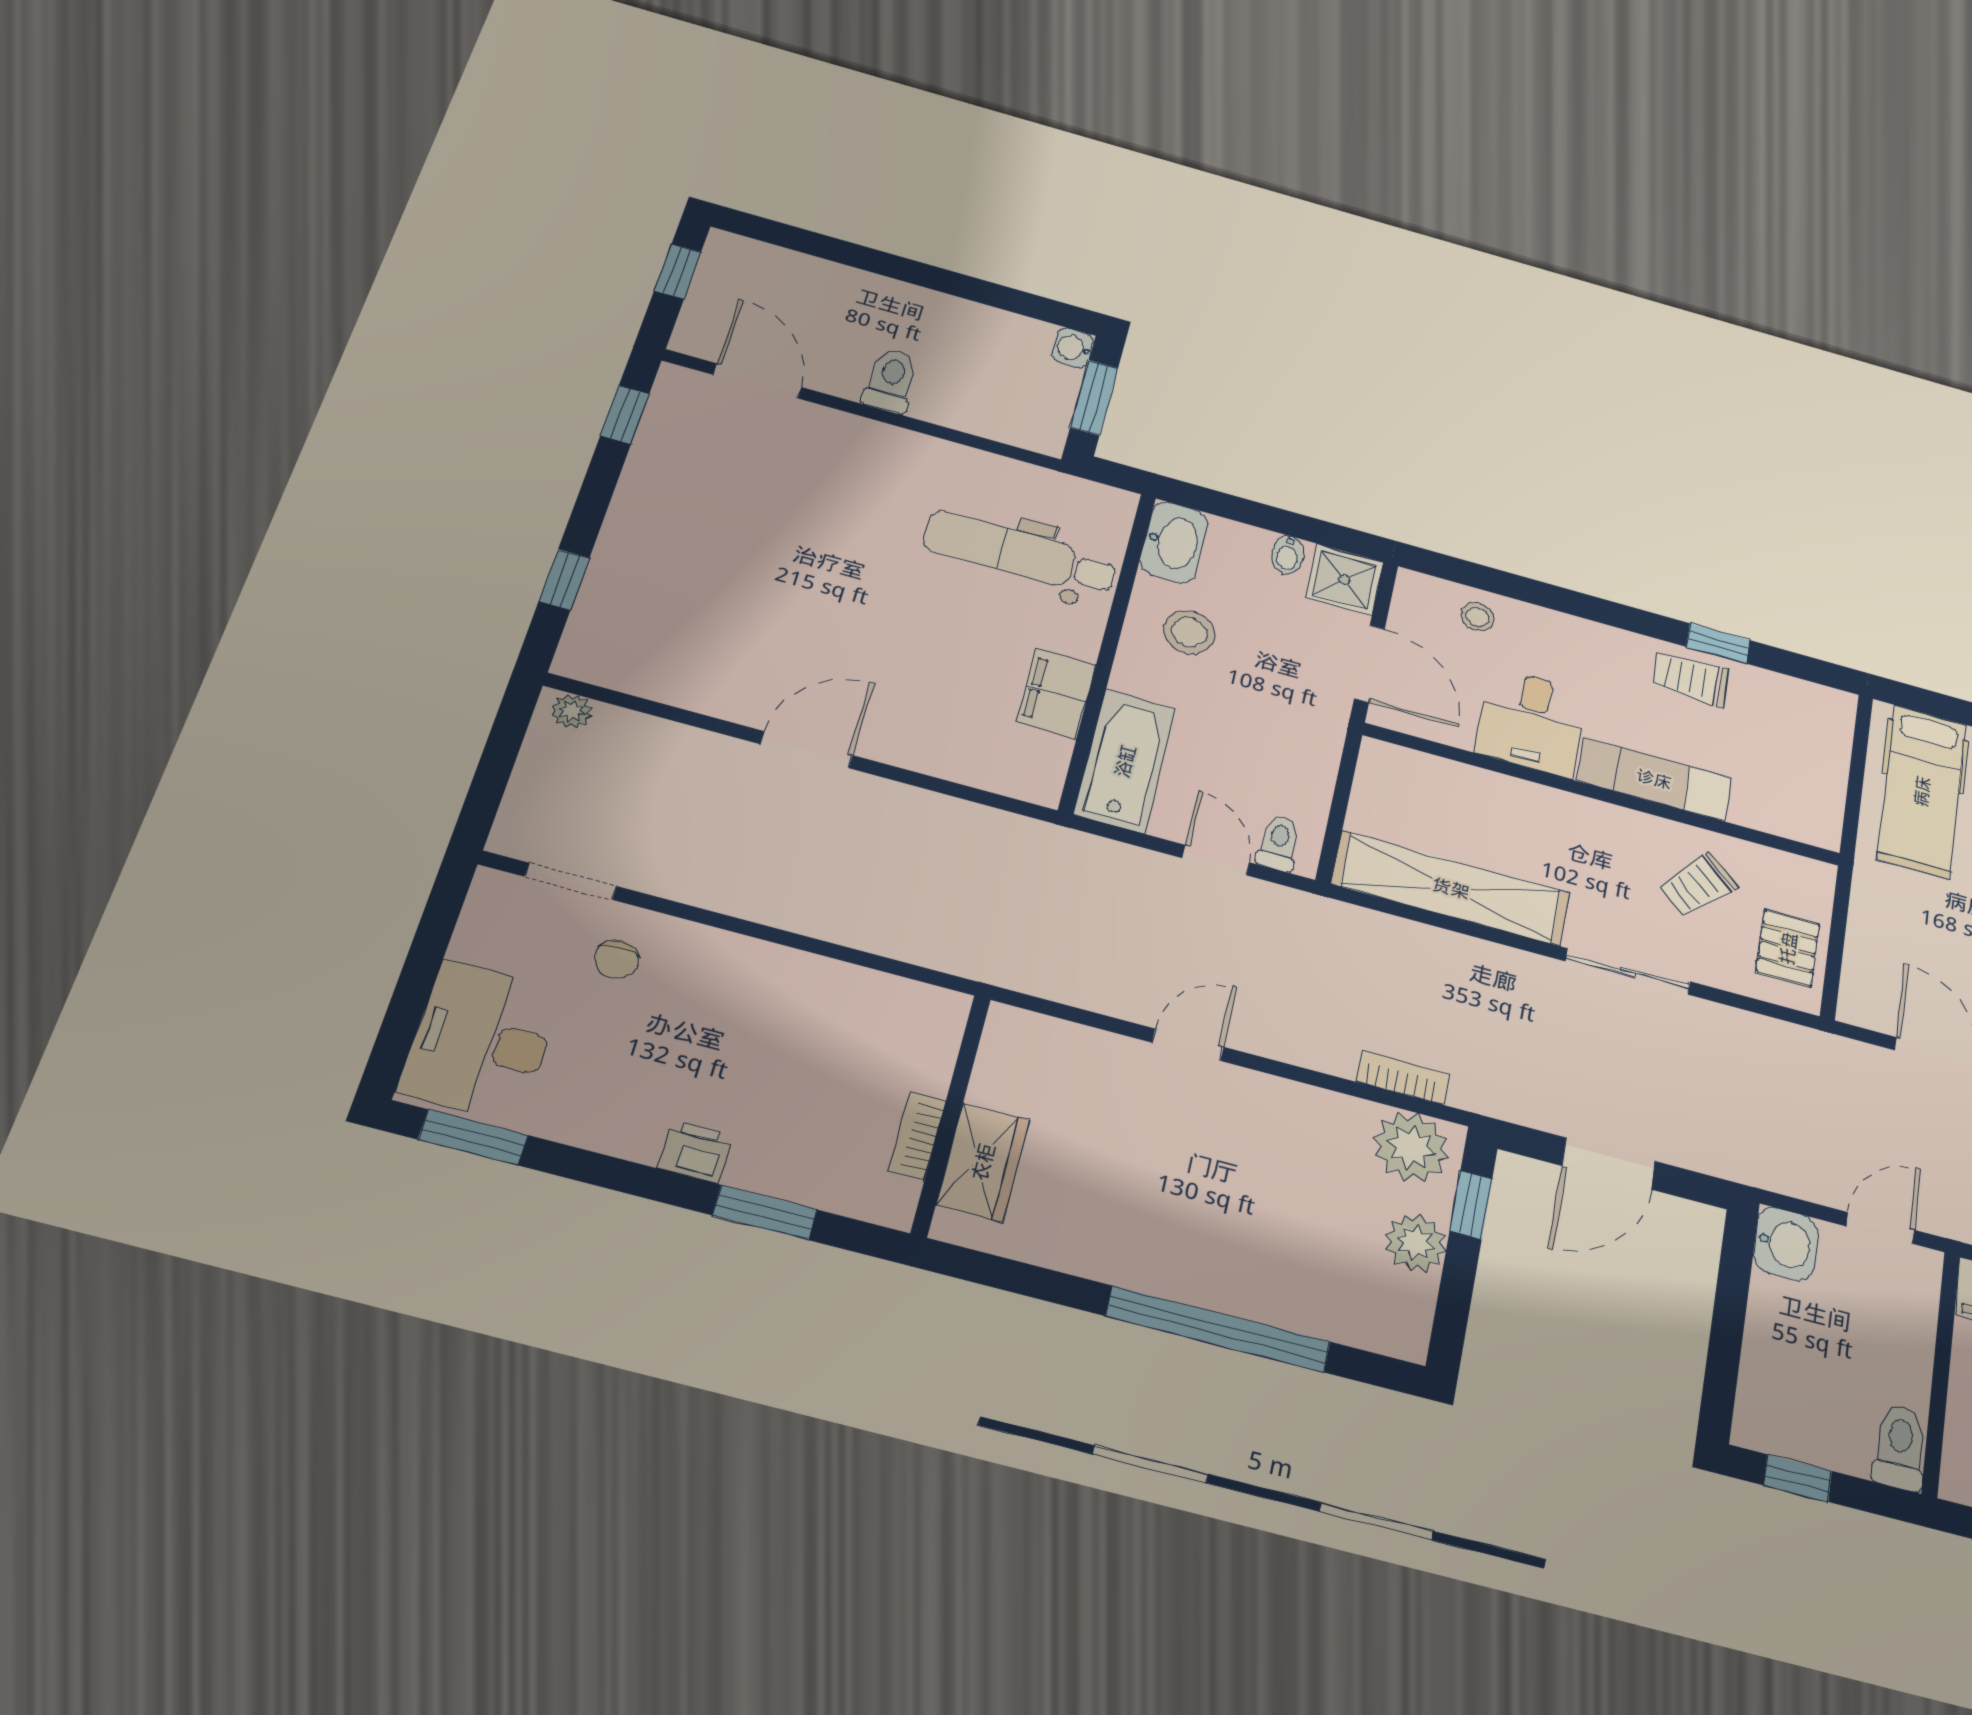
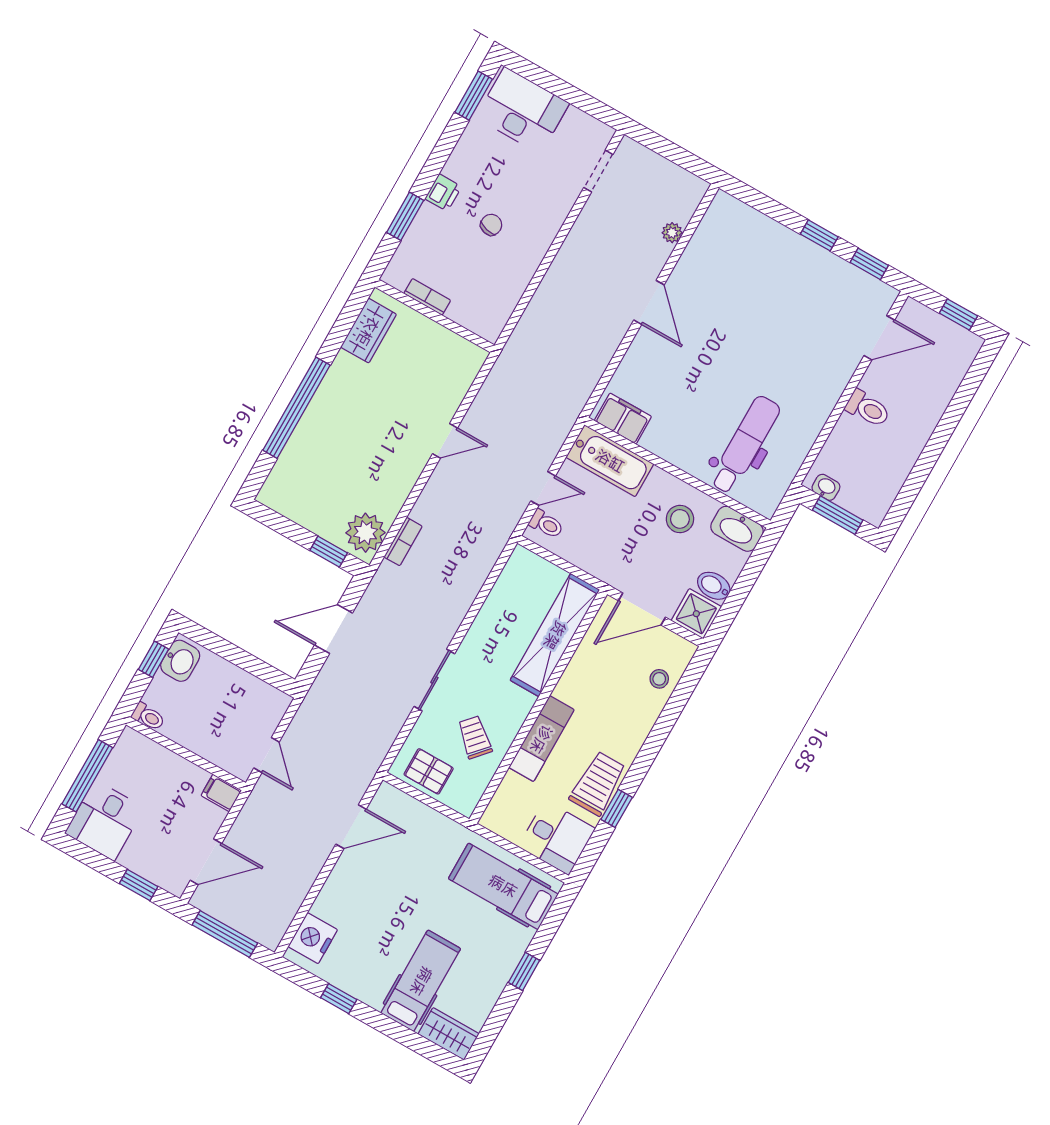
washbasin: (1073, 348) -> (826, 487), moved
bidet: (1288, 555) -> (714, 586), width x1.38, depth x1.36
window: (564, 580) -> (819, 235), moved
trolley: (1691, 679) -> (598, 784), width x1.36, depth x1.39
filing cabinet: (1056, 693) -> (623, 419), moved
plant: (572, 711) -> (672, 233), moved
desk: (1531, 722) -> (557, 838), moved, turned 180
shelving: (1451, 888) -> (555, 635), moved
chair: (617, 959) -> (491, 225), moved, turned 104
door: (1188, 1045) -> (445, 441), hinge flipped
wardrobe: (983, 1162) -> (368, 331), moved, turned -90
door: (1609, 1164) -> (333, 629), hinge flipped
plant: (1416, 1243) -> (316, 517), removed
washbasin: (1785, 1244) -> (180, 661), moved, turned -90
toilet: (1900, 1447) -> (148, 717), width x0.73, depth x0.72

